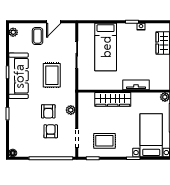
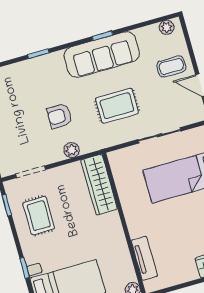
tv unit: (136, 85) -> (144, 258), moved
wardrobe: (113, 99) -> (99, 185), moved
armchair: (51, 131) -> (30, 128), removed

